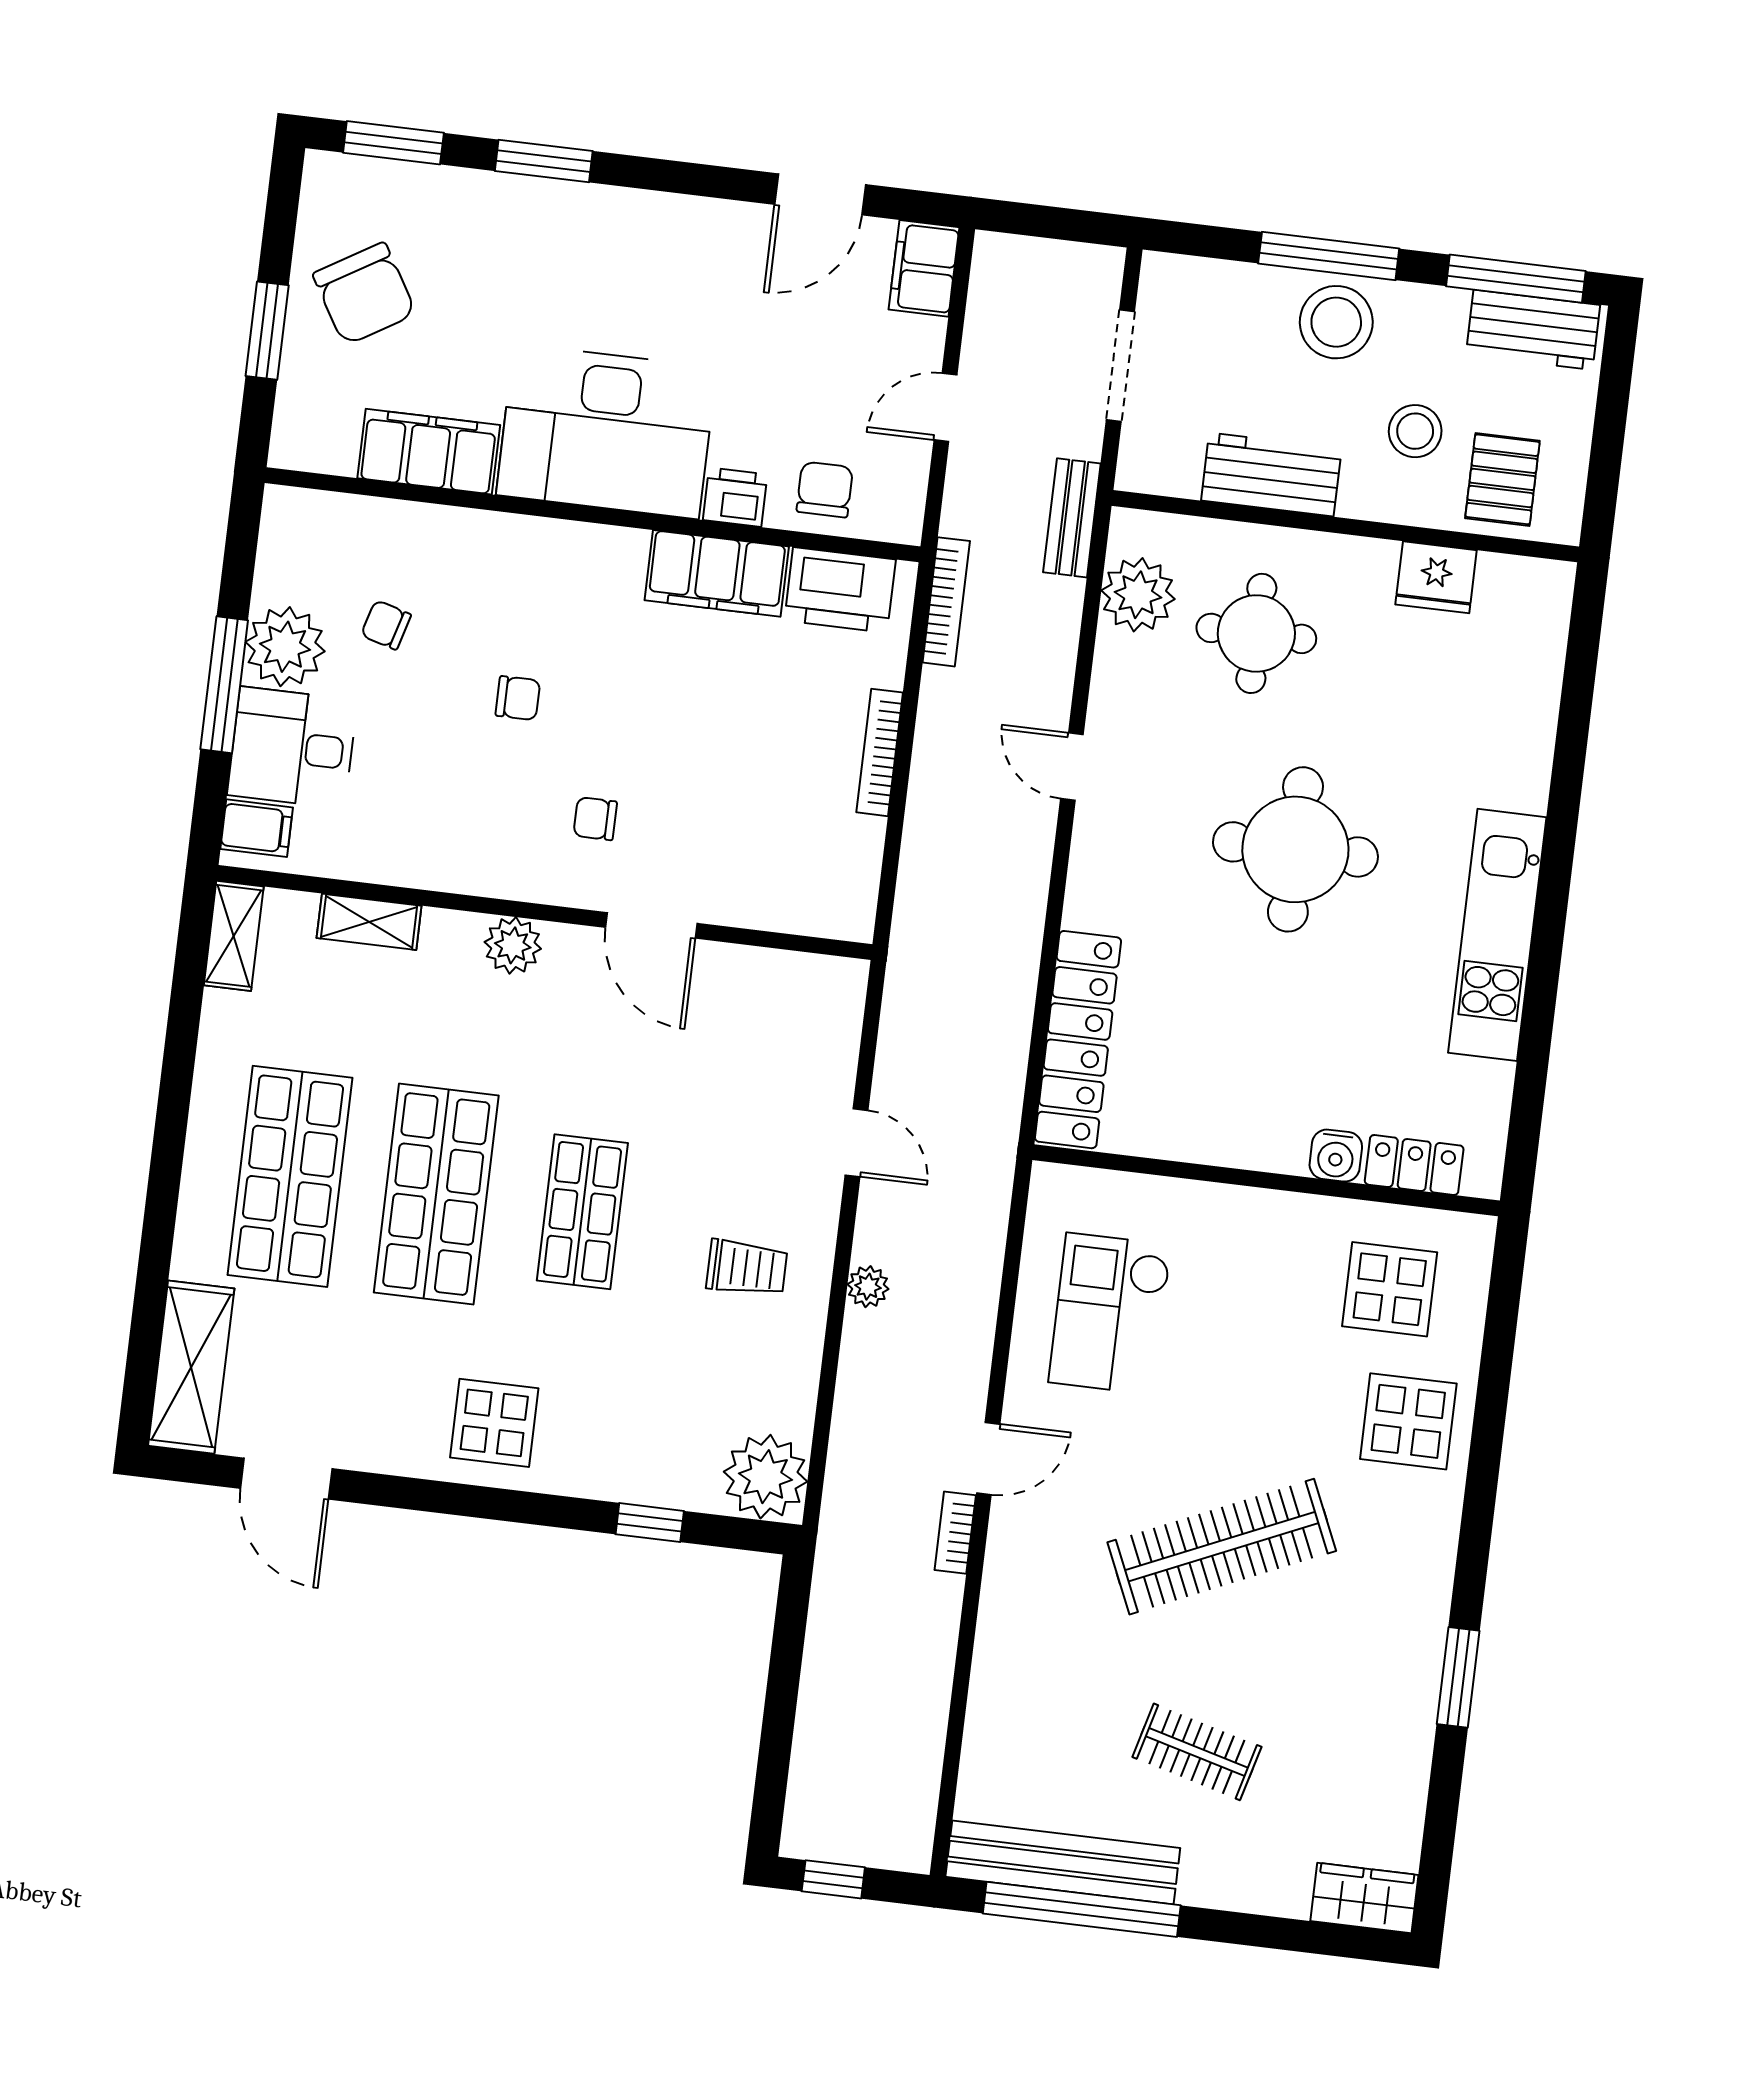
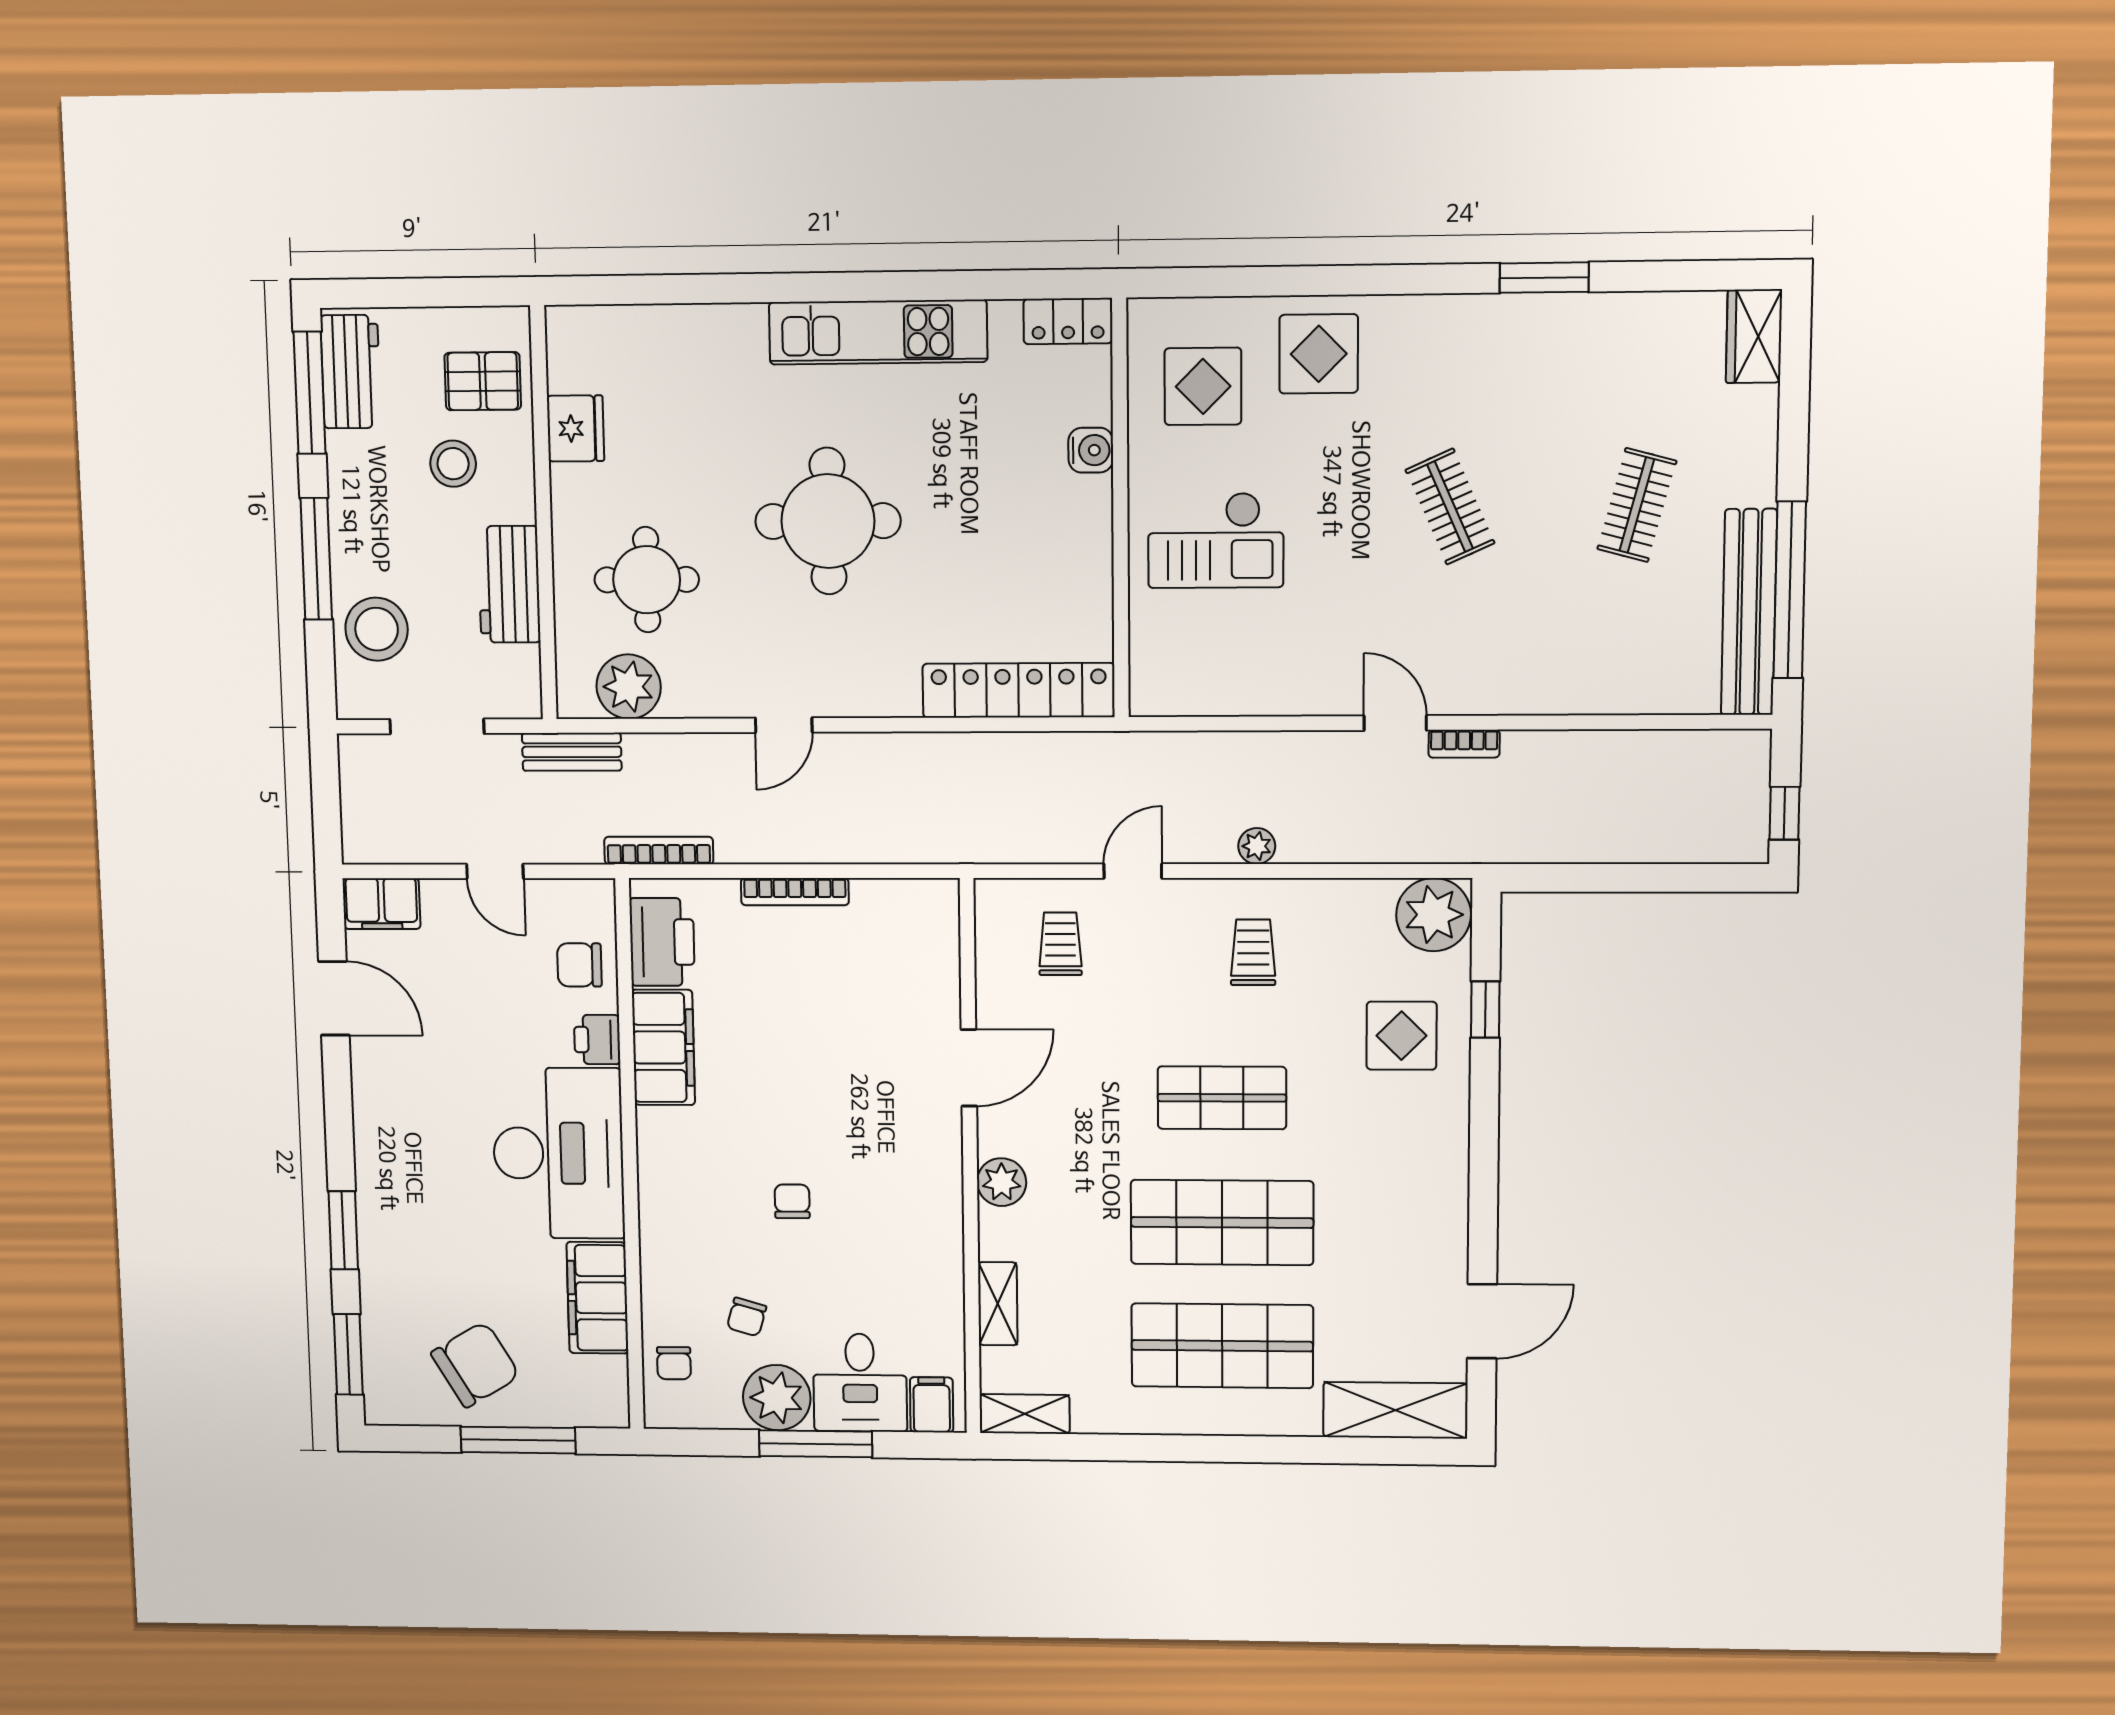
stool: (1336, 322) -> (377, 629), moved
window: (267, 331) -> (518, 1440), width x1.44
chair: (595, 819) -> (674, 1363), moved
trolley: (783, 1049) -> (1060, 944), added
locker: (1414, 1165) -> (1068, 321), moved, turned -90
checkout: (1110, 1314) -> (1216, 540), moved
display table: (494, 1423) -> (1402, 1036), moved
clothes rail: (1222, 1547) -> (1450, 507), width x0.54, depth x0.76

